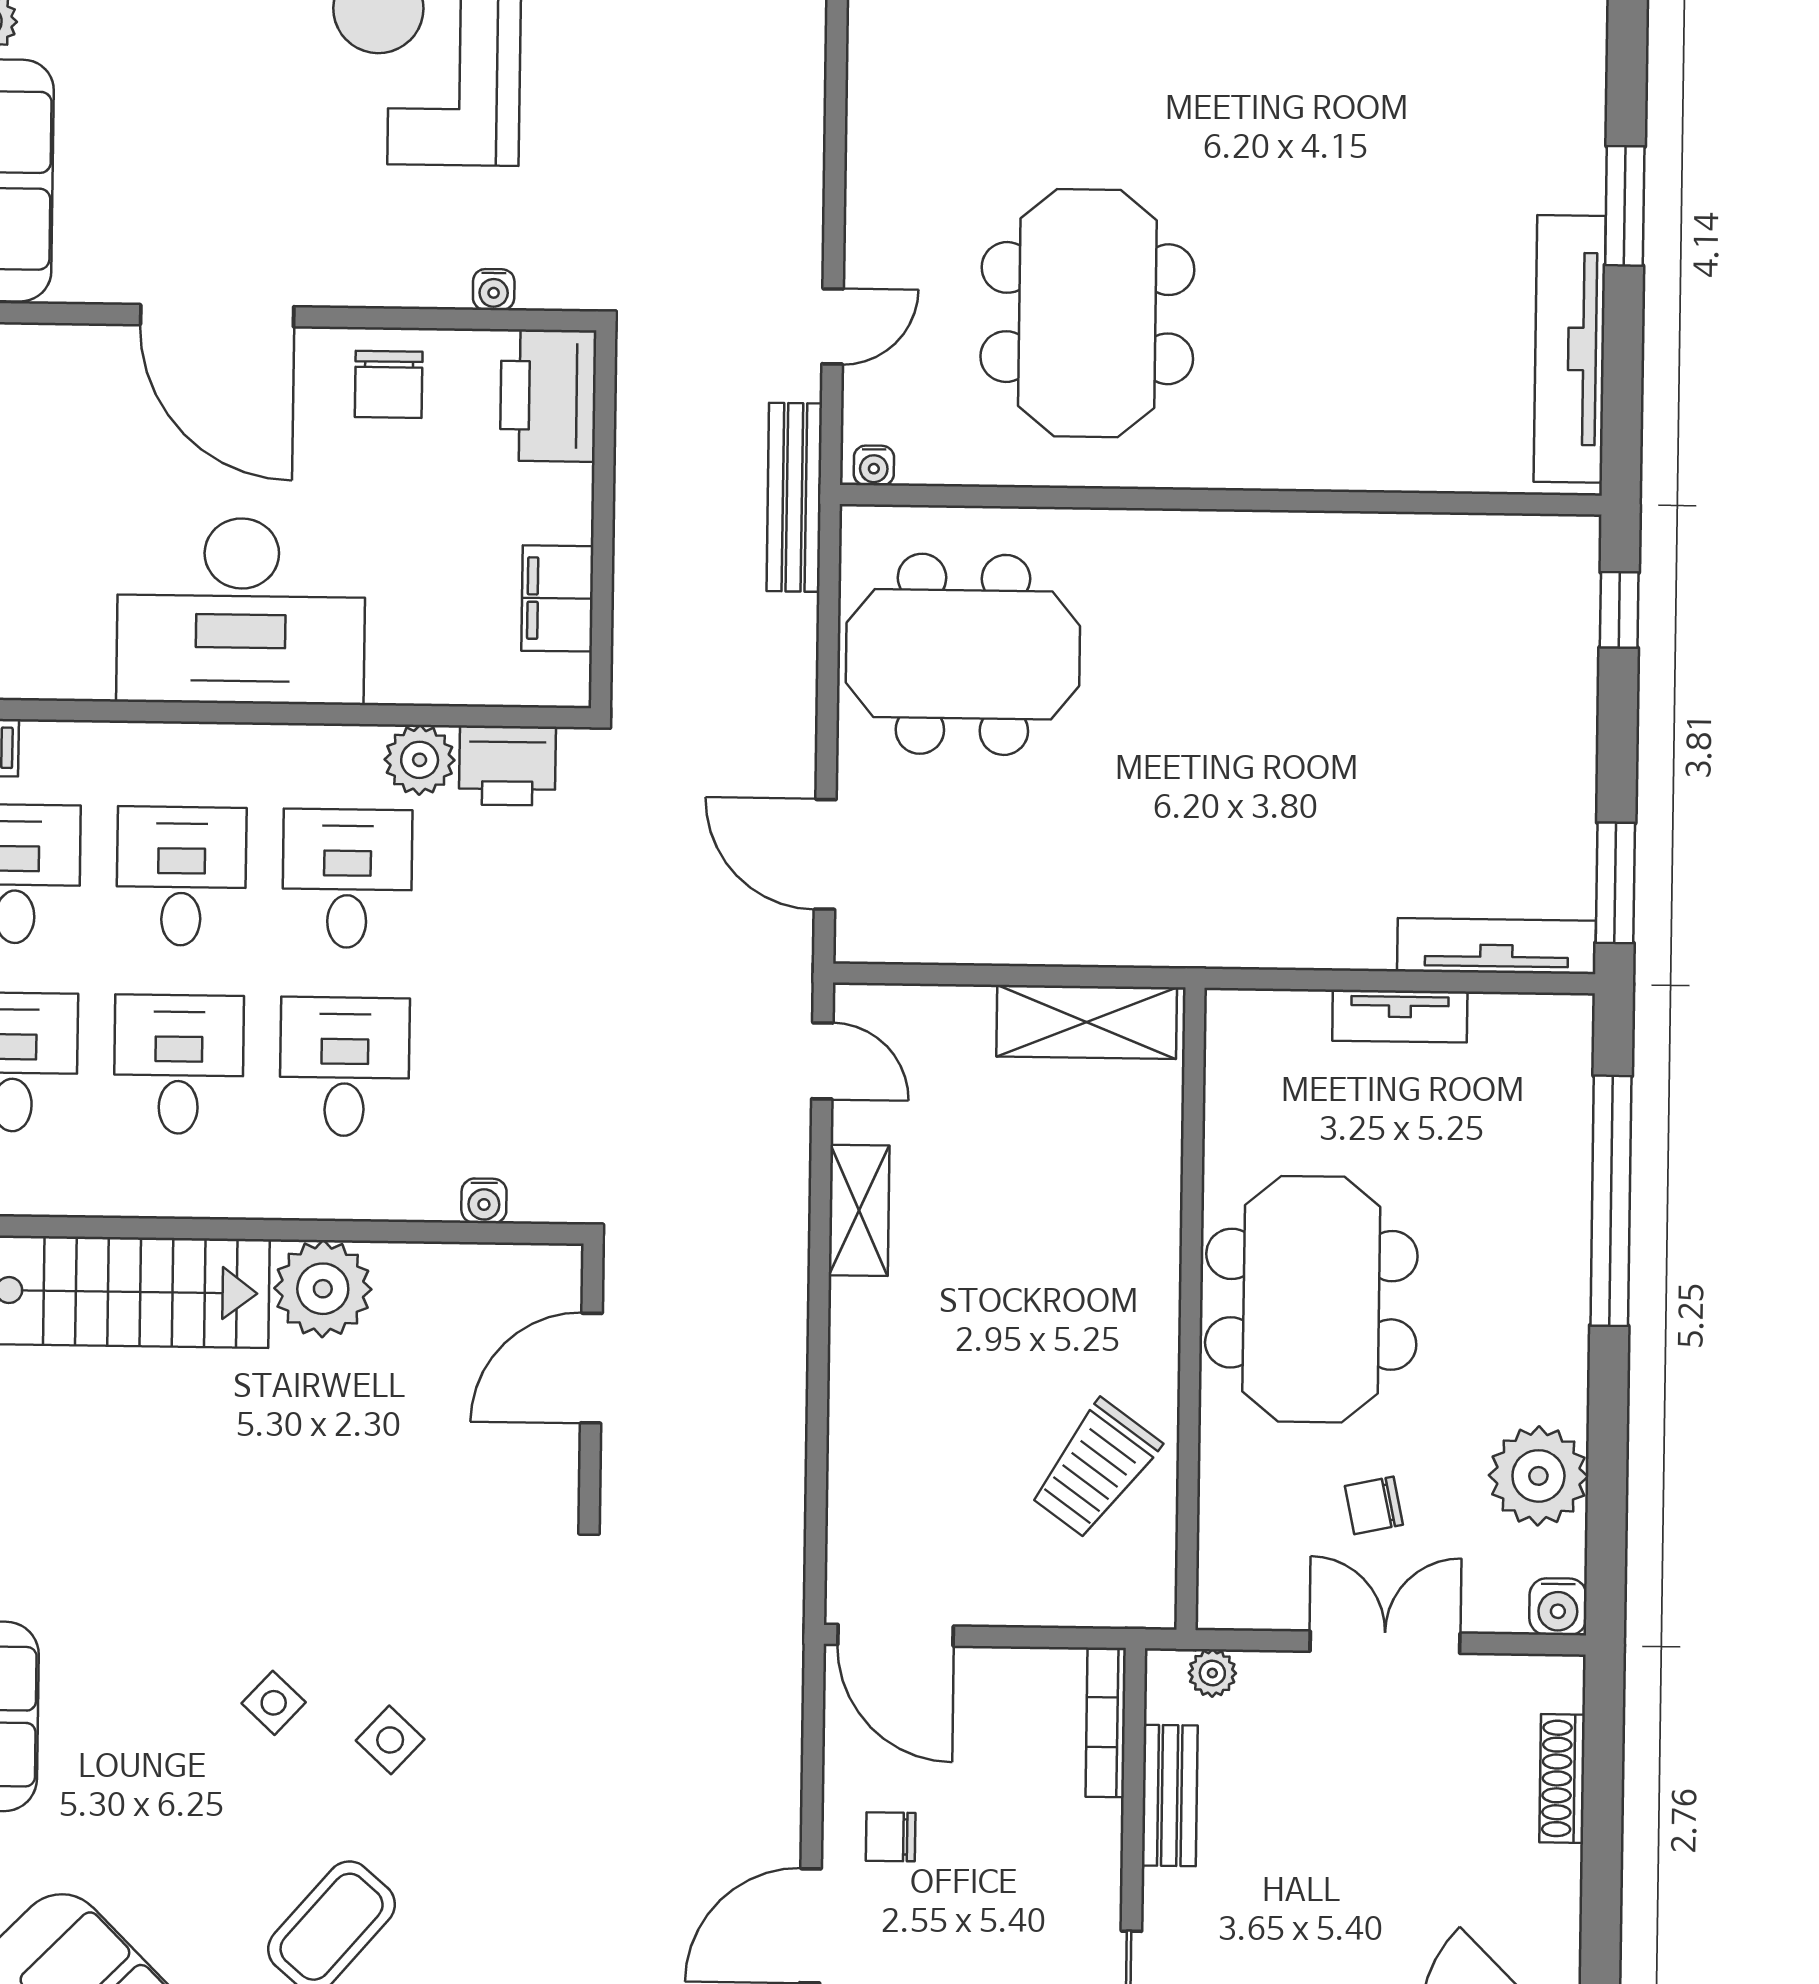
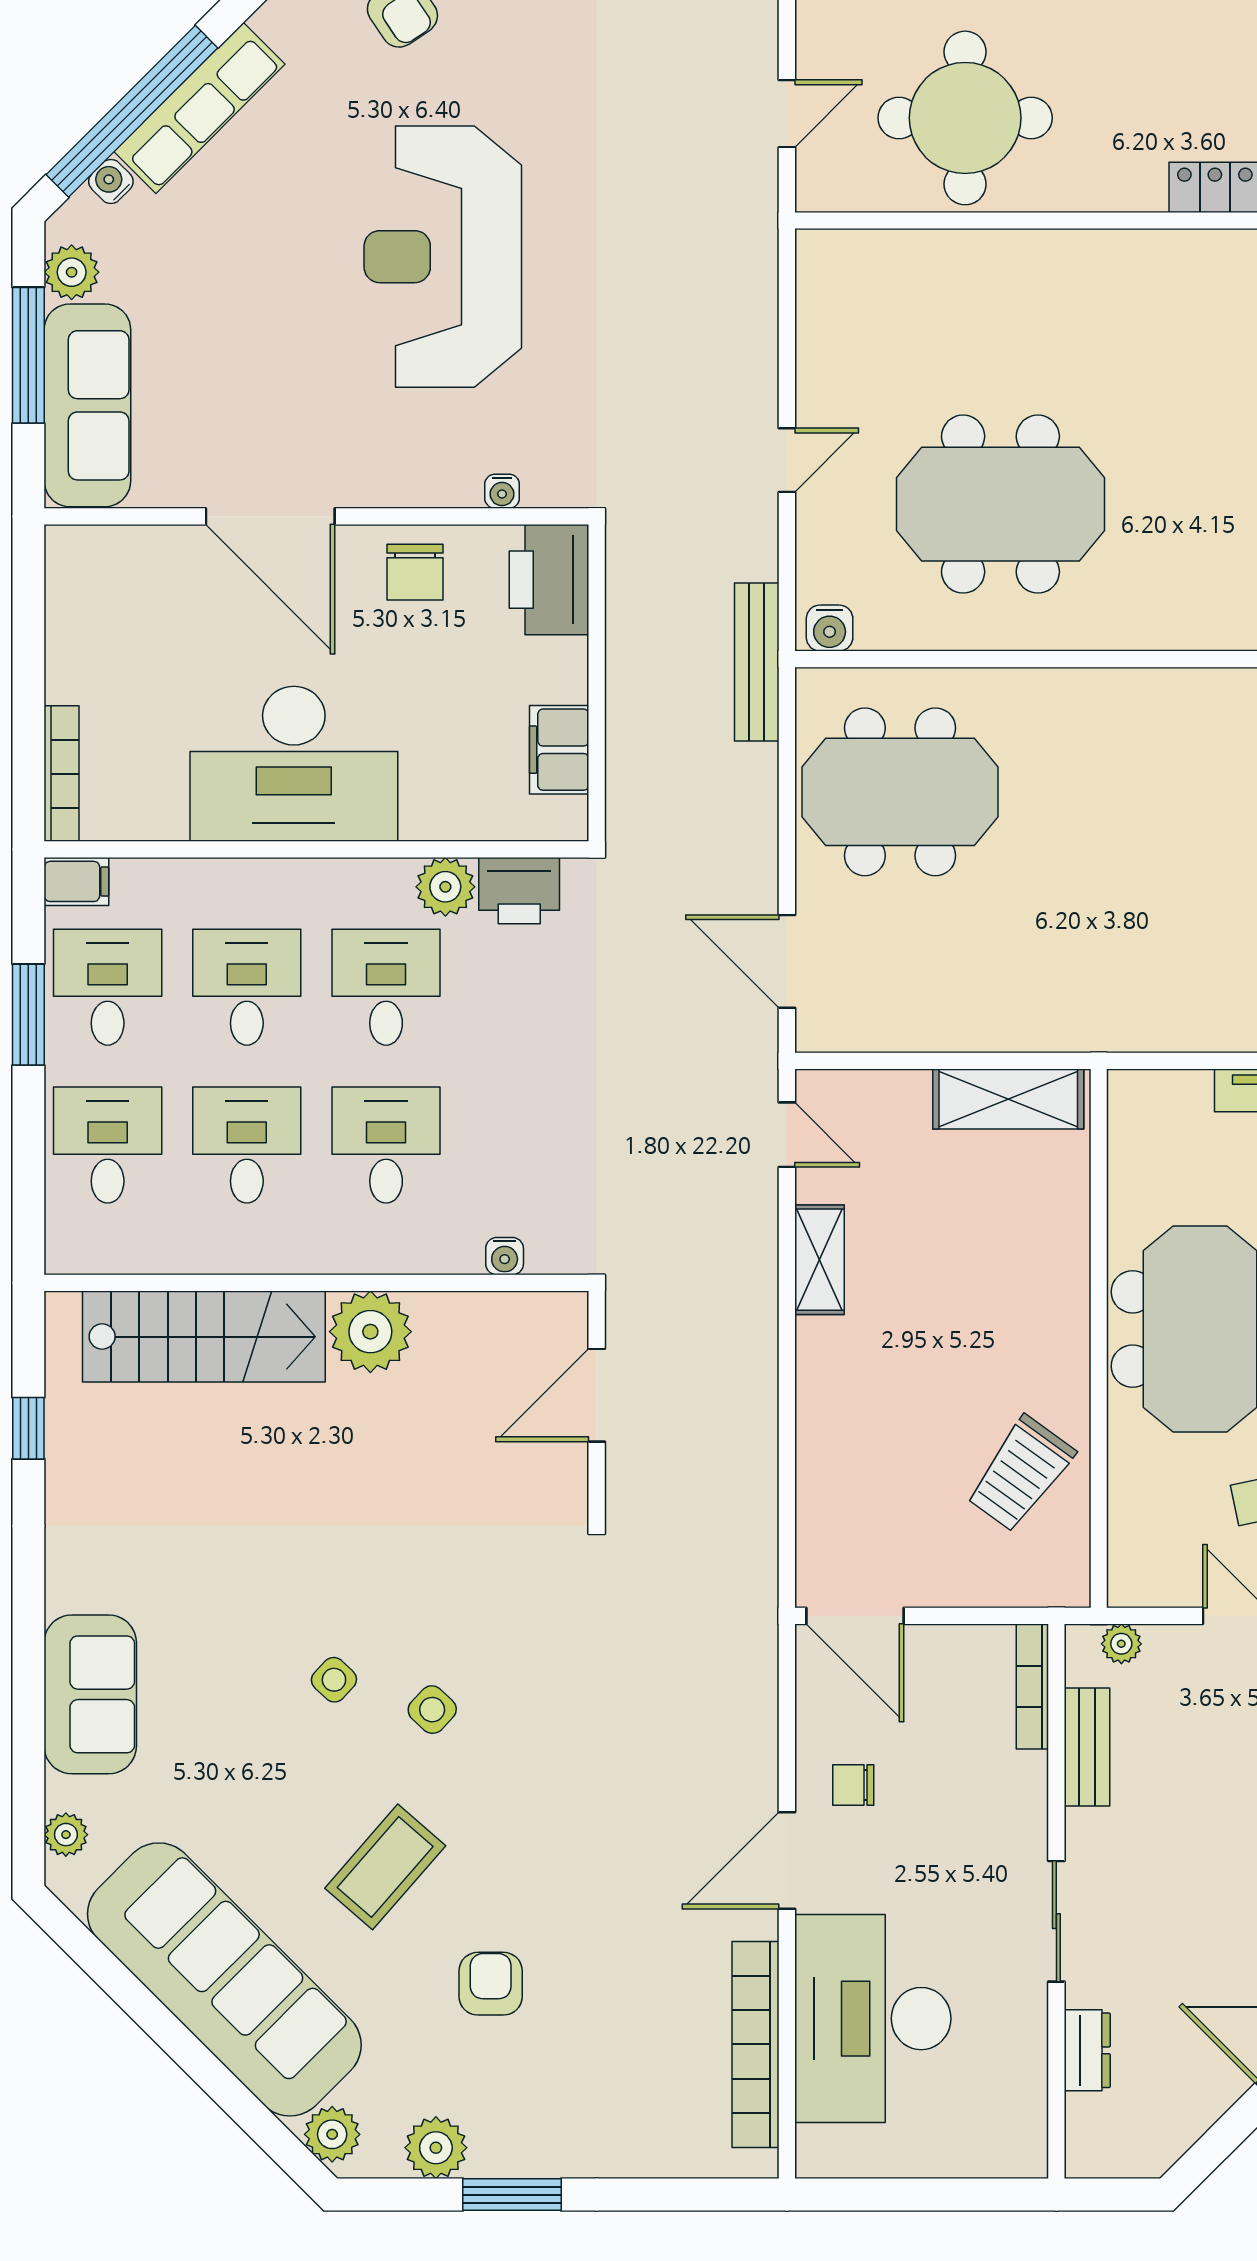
meeting table: (1087, 313) -> (1000, 504), turned 90
door: (833, 326) -> (787, 460), moved
water cooler: (874, 465) -> (830, 628), width x1.38, depth x1.38

